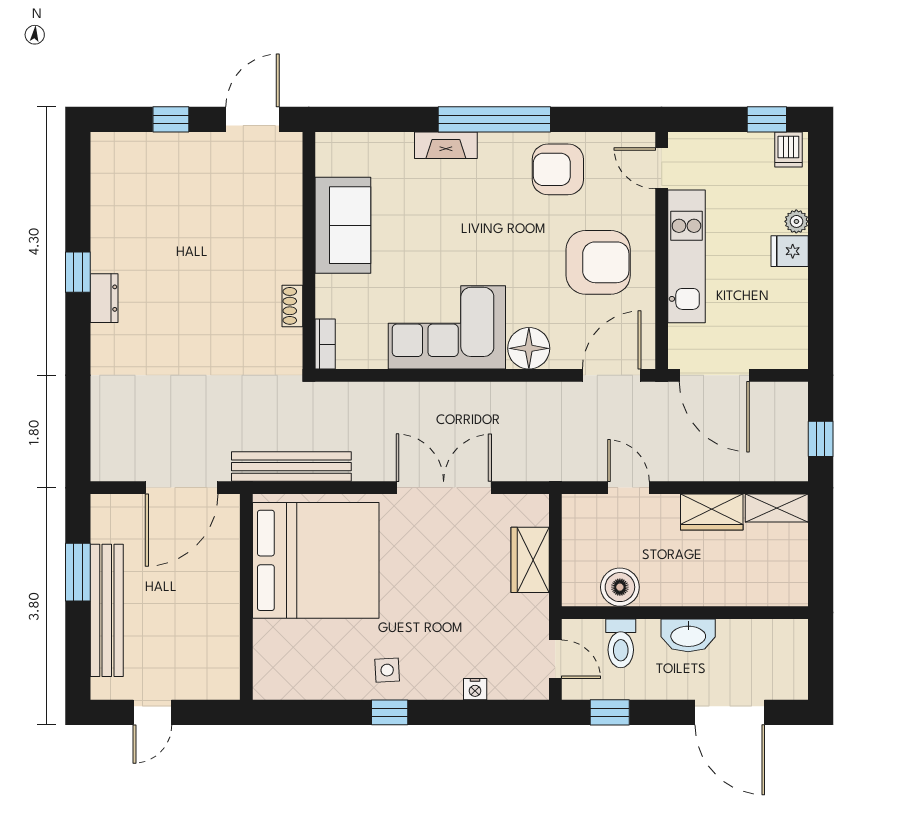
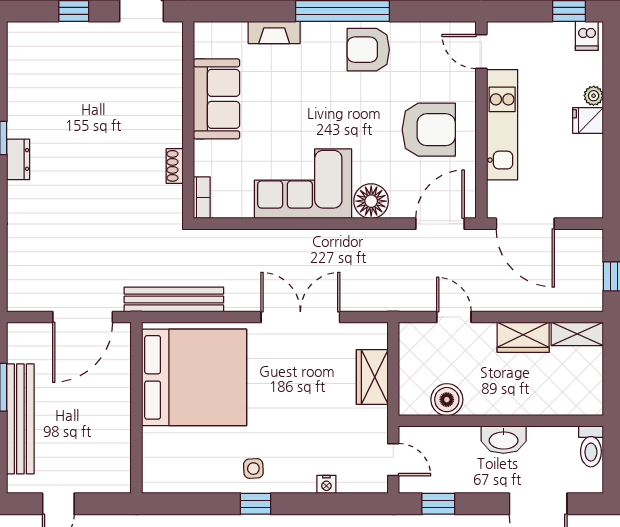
fireplace: (446, 145) -> (274, 32), moved
armchair: (558, 169) -> (368, 50), moved
toilet: (621, 643) -> (591, 446), moved

